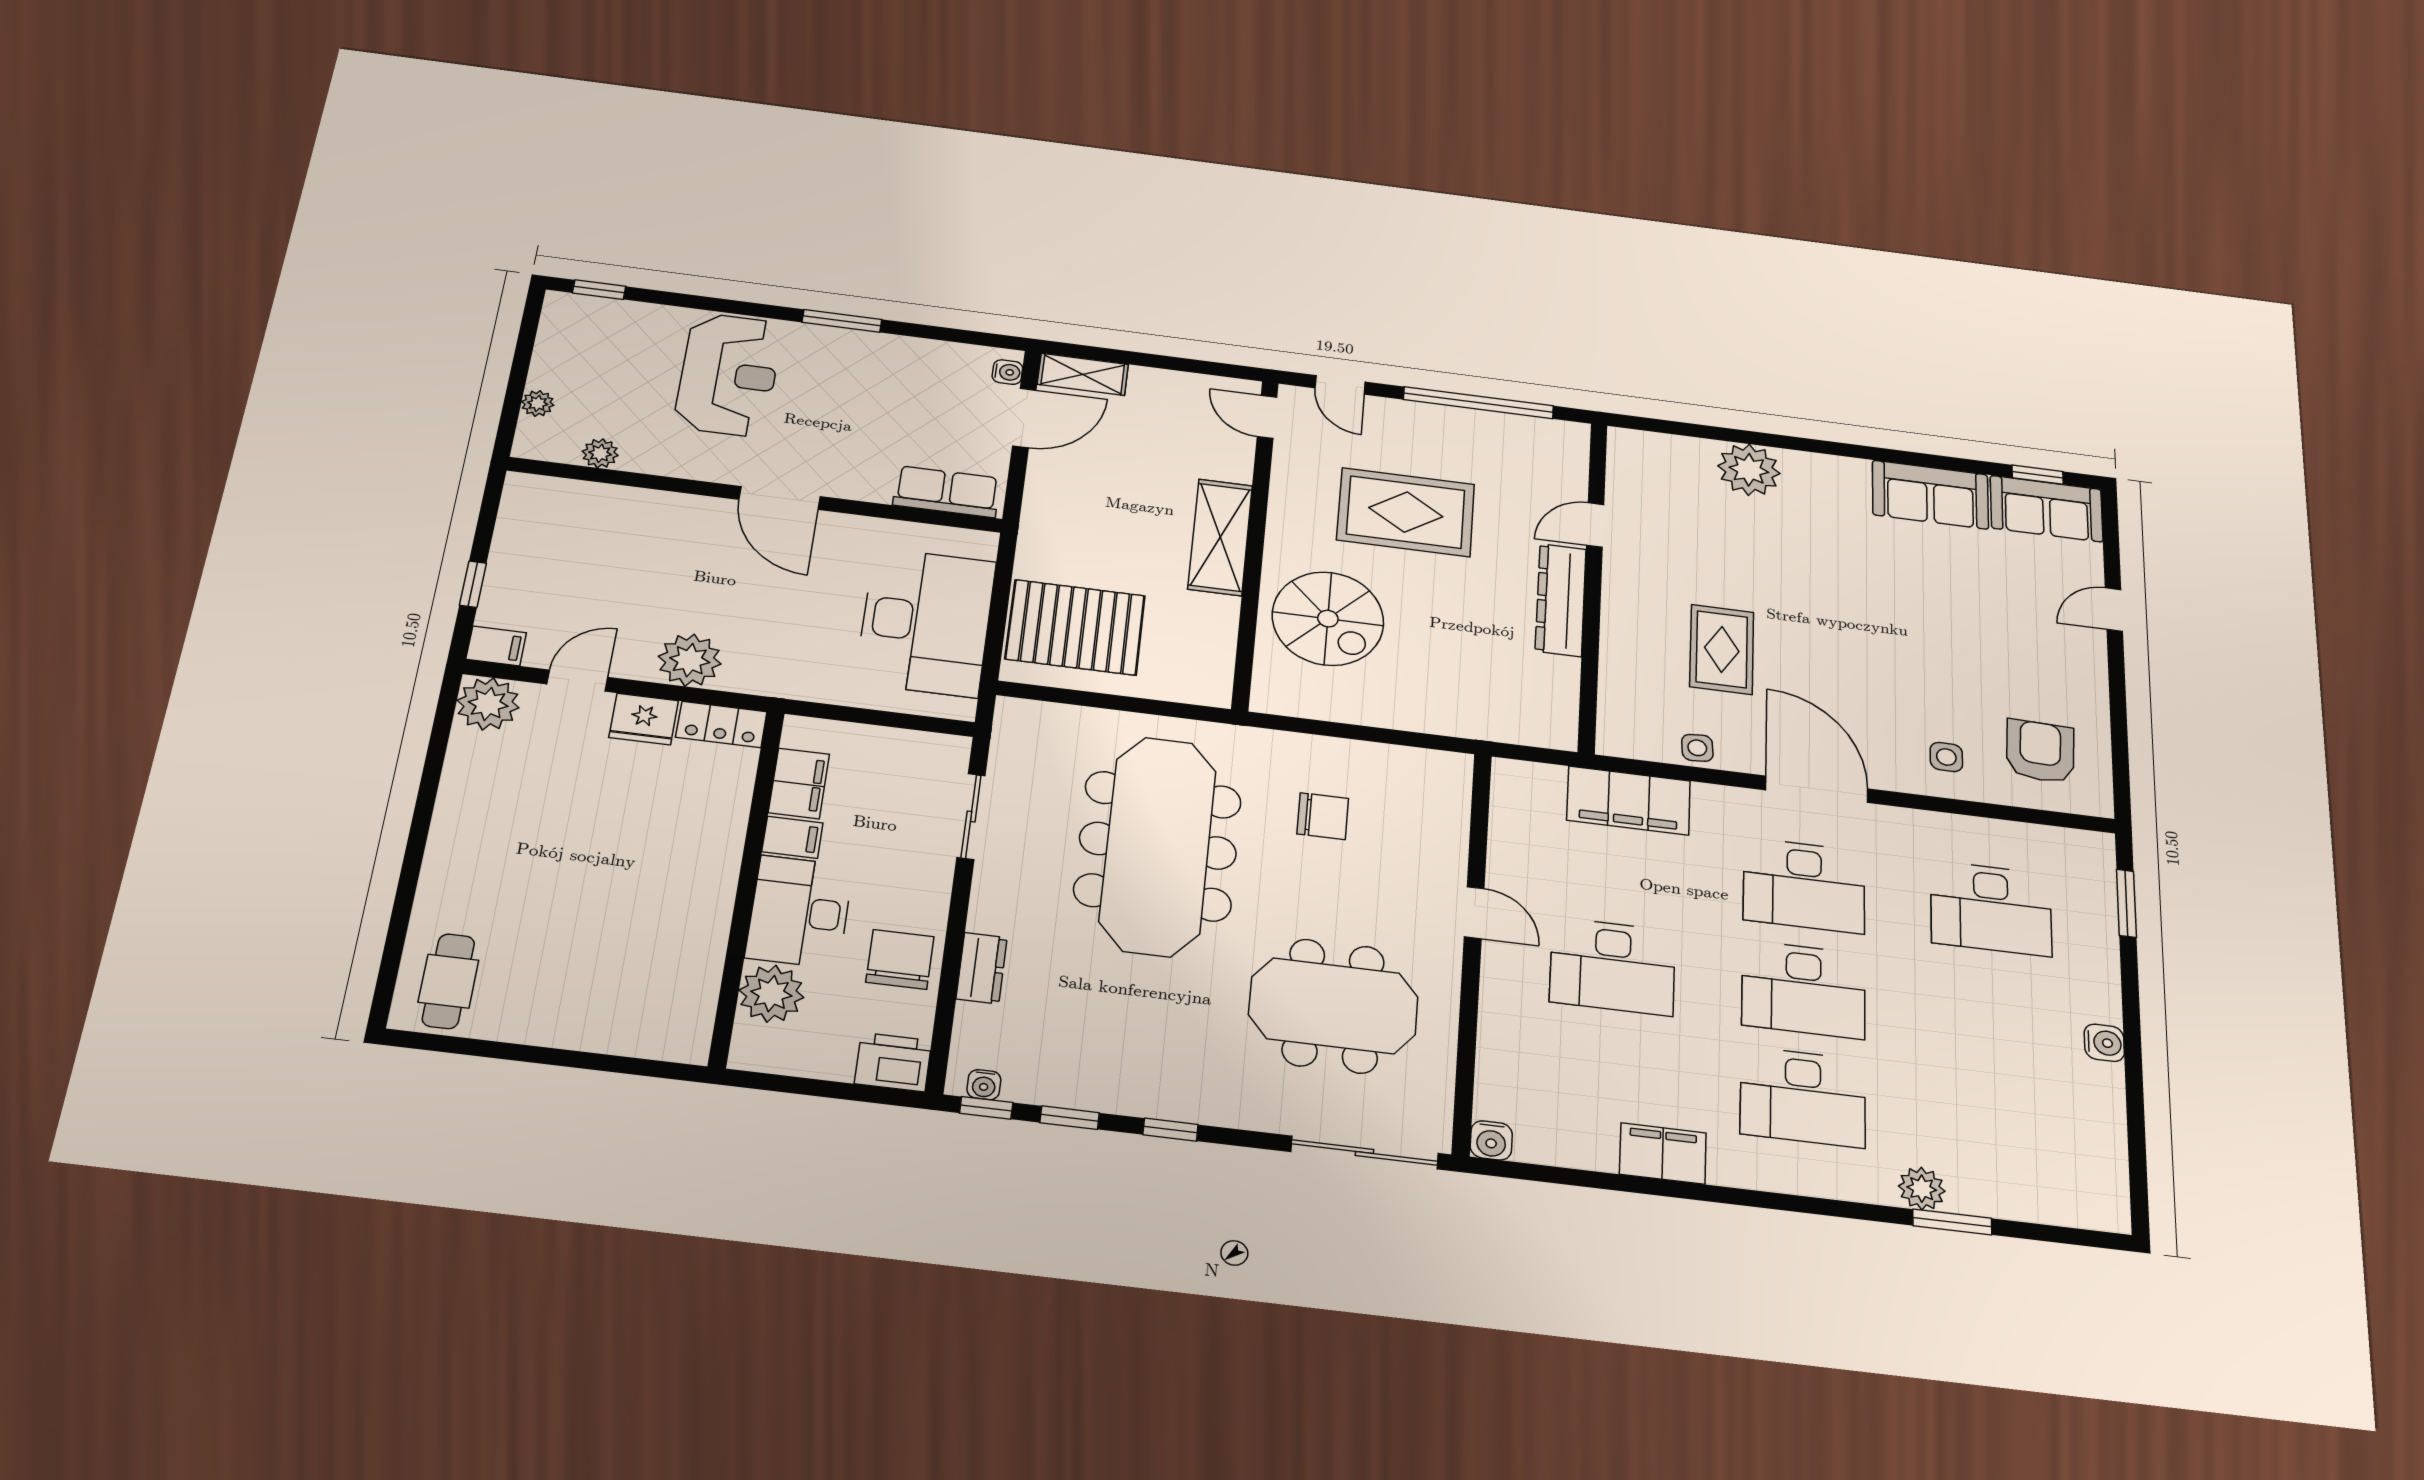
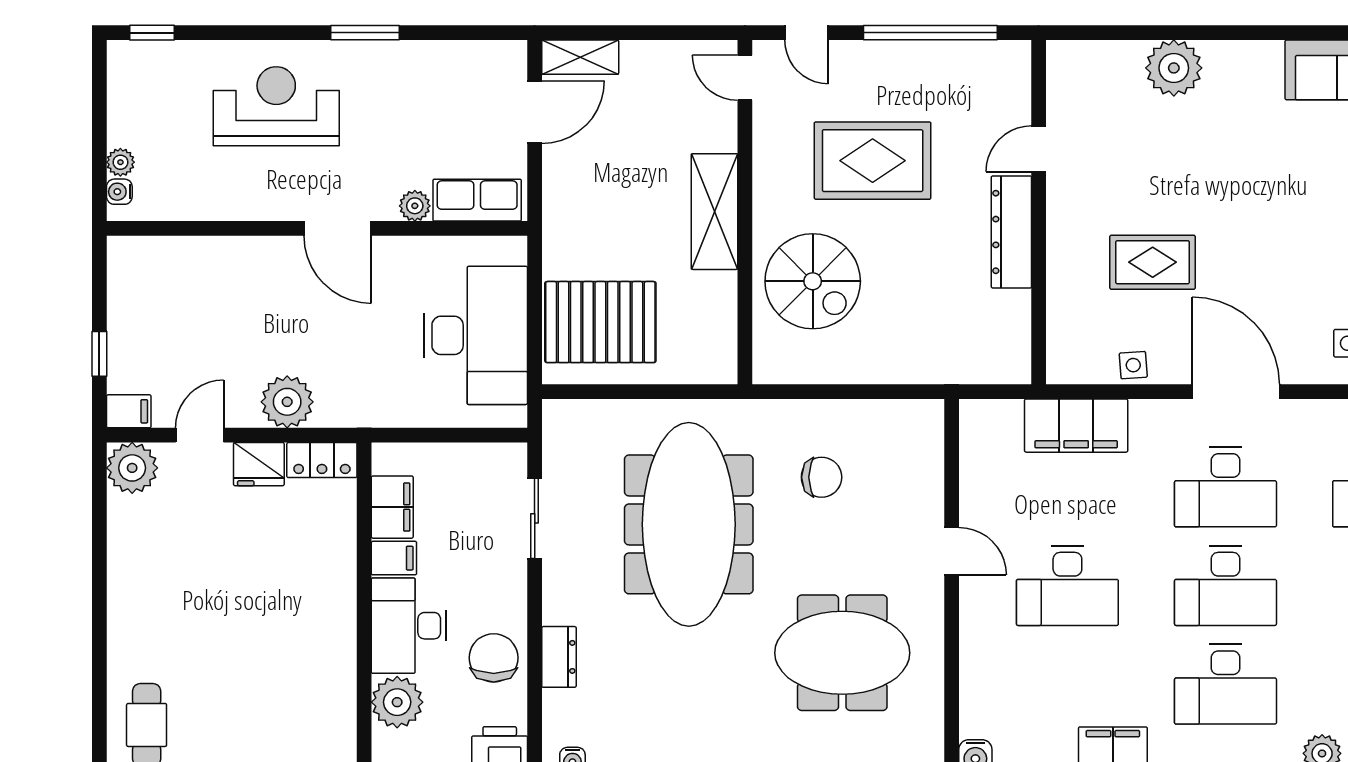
water cooler: (1007, 372) -> (119, 192), moved, turned 180
reception desk: (729, 375) -> (276, 106), turned -90
plant: (600, 453) -> (415, 206), moved
rug: (1722, 649) -> (1153, 262), turned 90

